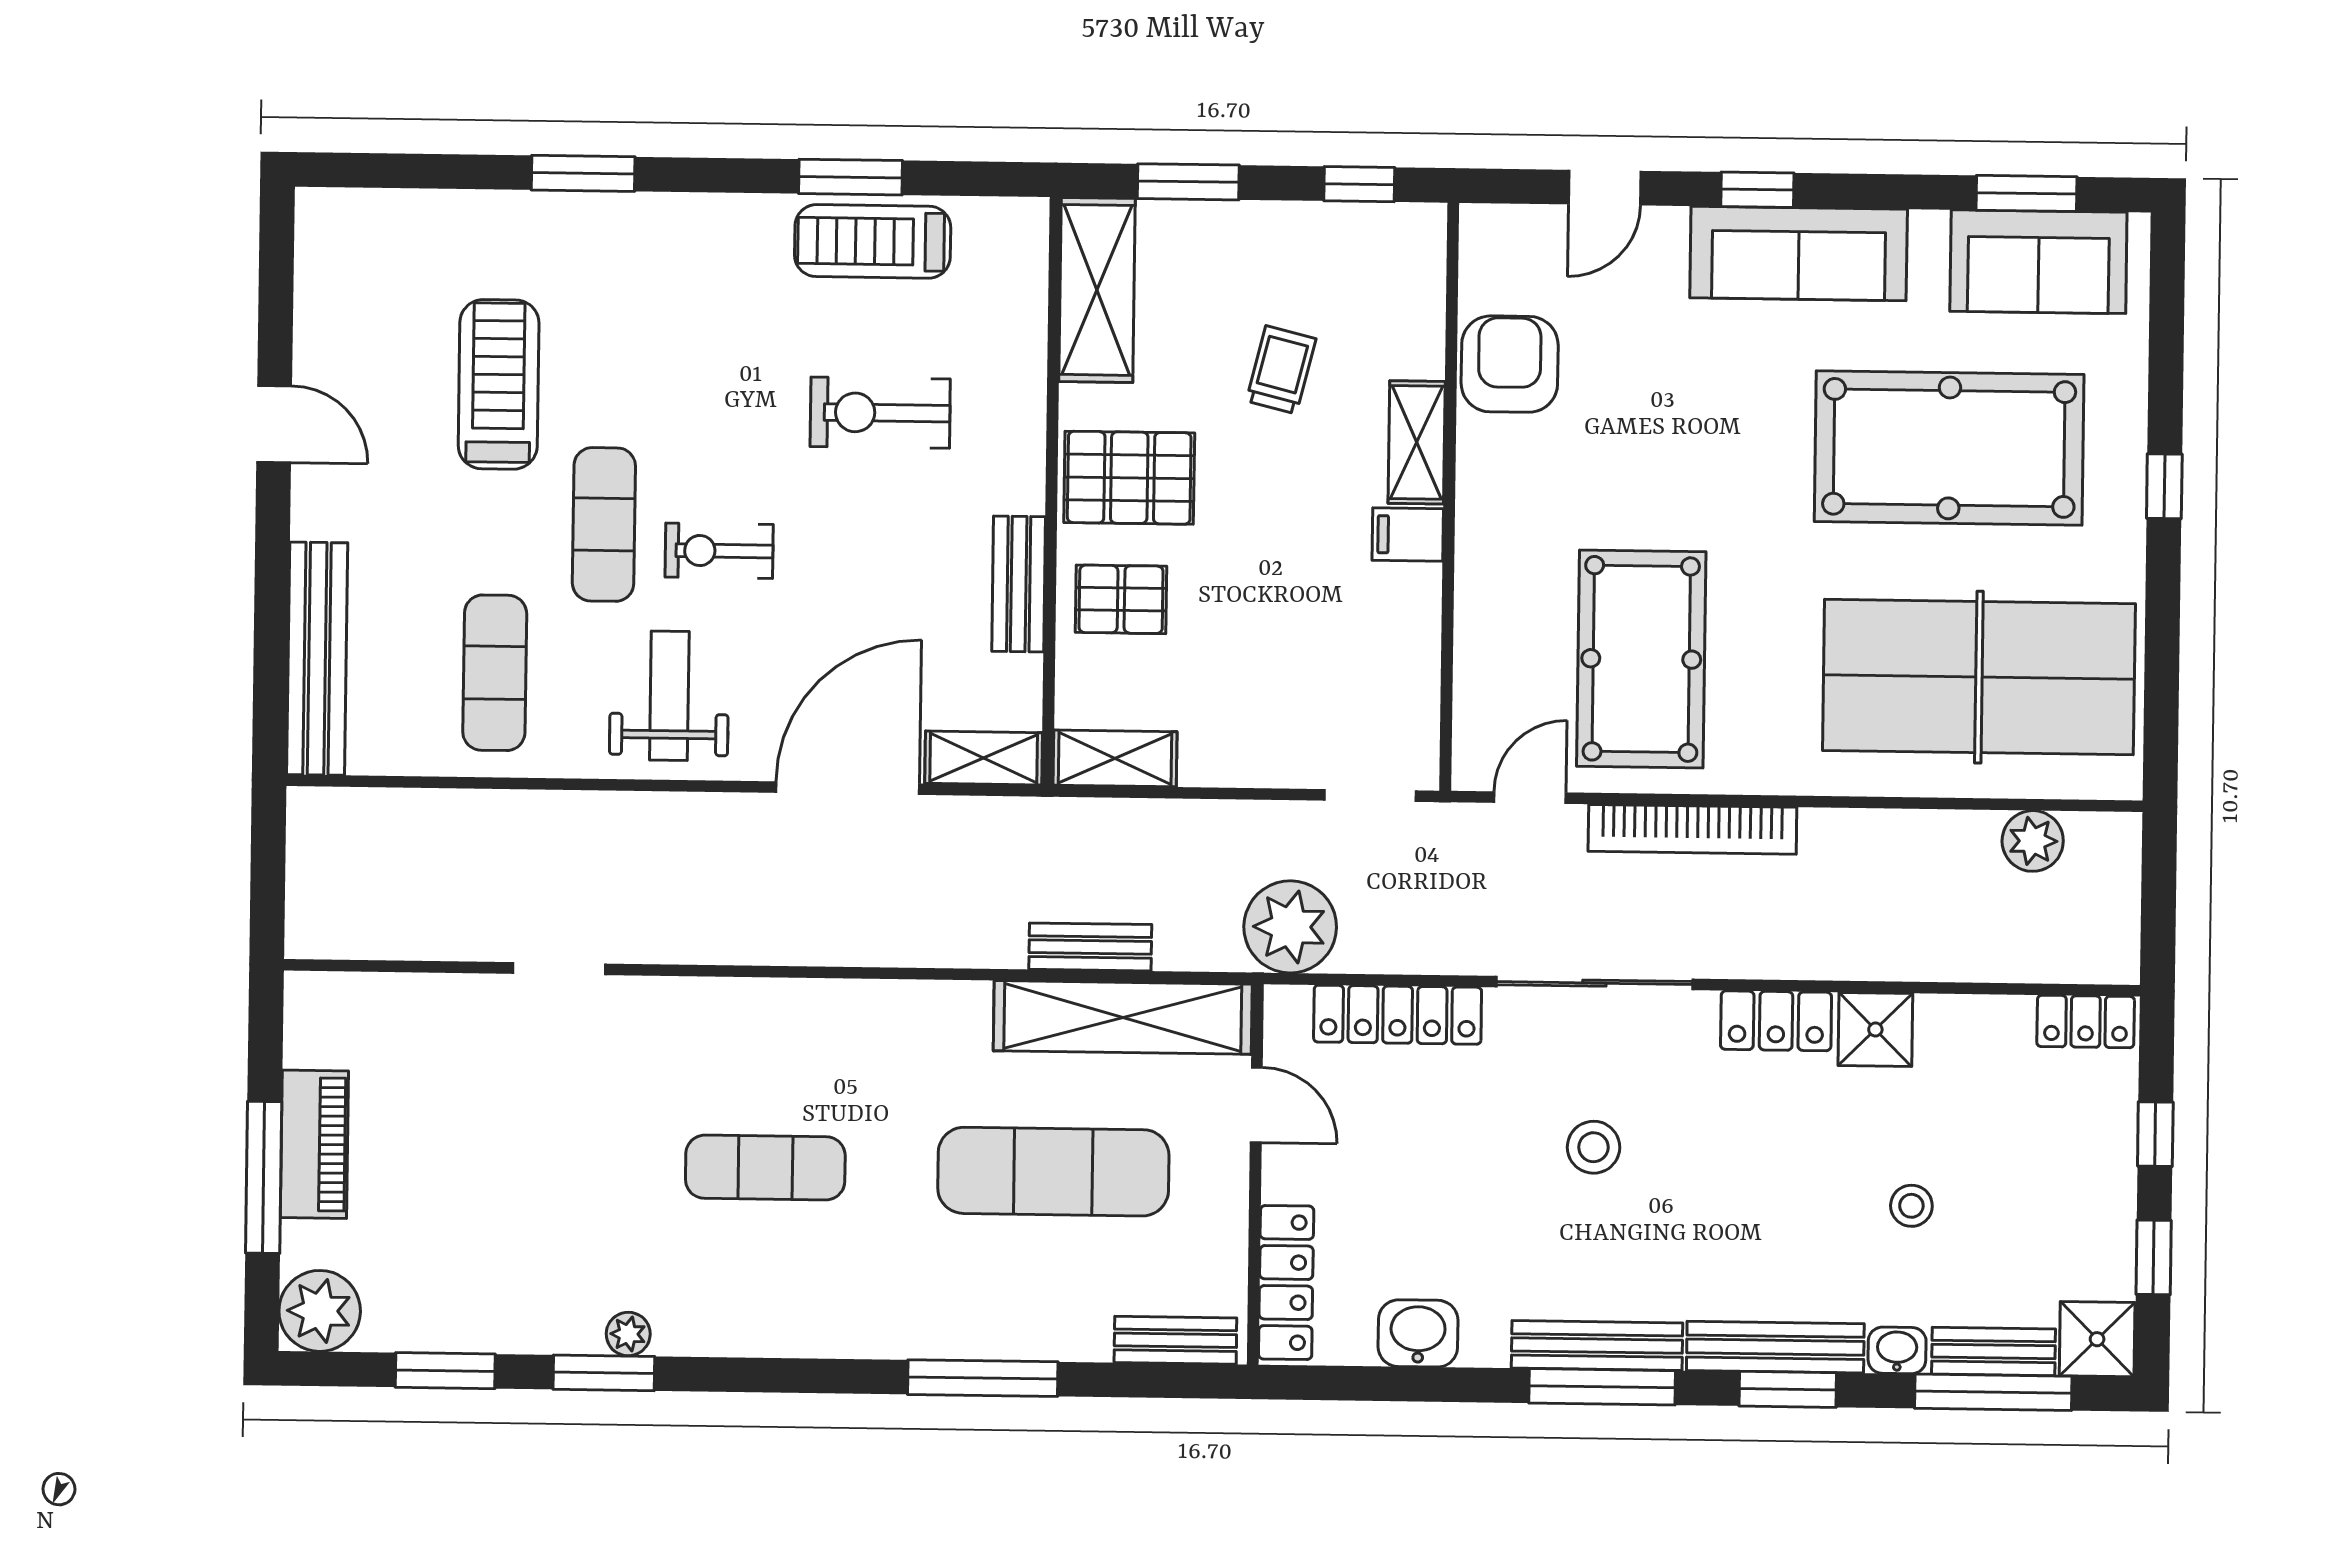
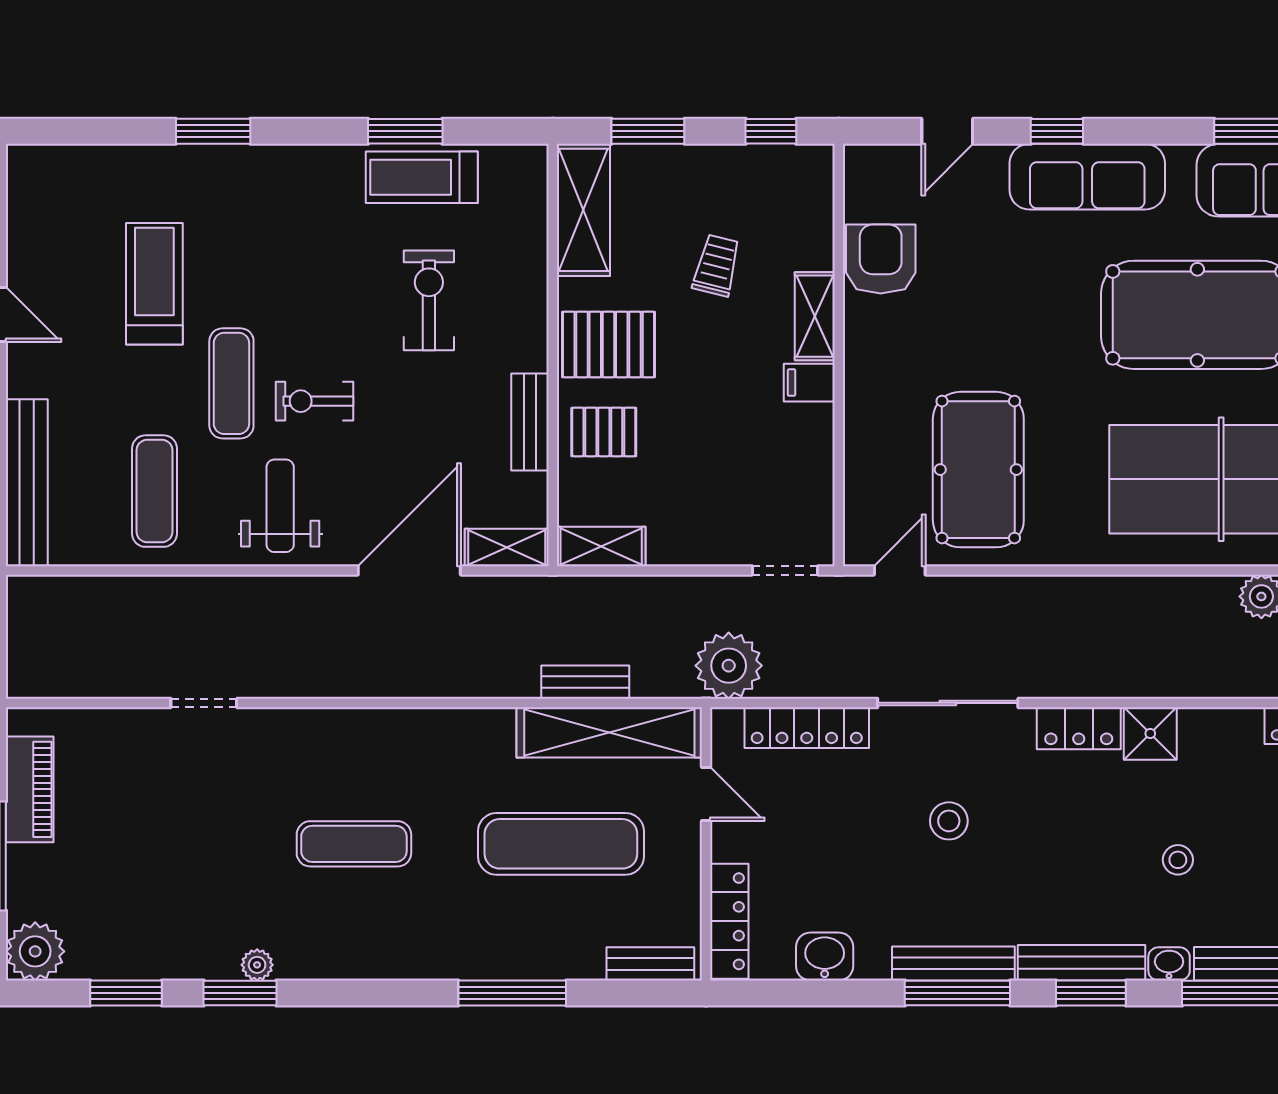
exercise bike: (880, 413) -> (429, 300), turned 90
bookcase: (1692, 829) -> (1017, 592), removed
piano: (314, 1144) -> (30, 789), moved

